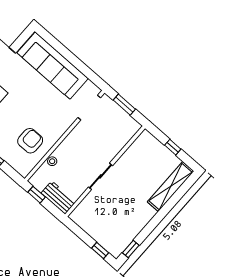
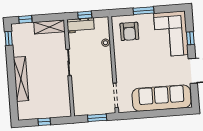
armchair: (30, 141) -> (129, 31), moved
shelving: (171, 187) -> (21, 79), moved
window: (37, 195) -> (85, 15), moved
shelving: (86, 223) -> (49, 27), added

